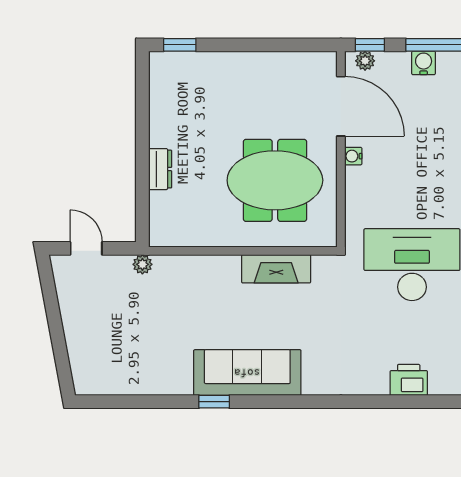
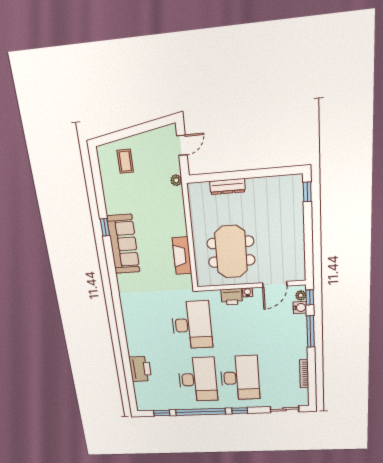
water cooler: (424, 63) -> (300, 308), moved
door: (341, 106) -> (275, 284), width x0.73
dresser: (160, 169) -> (227, 187), width x1.44
coffee table: (104, 348) -> (125, 161), added
printer: (409, 380) -> (232, 297), moved, turned 90

